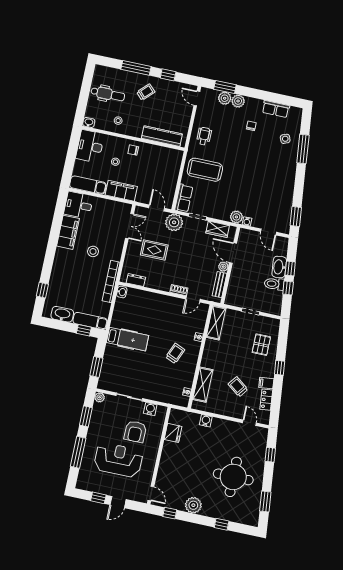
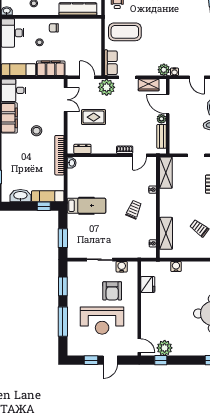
plant: (100, 397) -> (72, 266), removed
reception desk: (118, 460) -> (102, 321), turned 180
plant: (193, 505) -> (165, 348), moved

